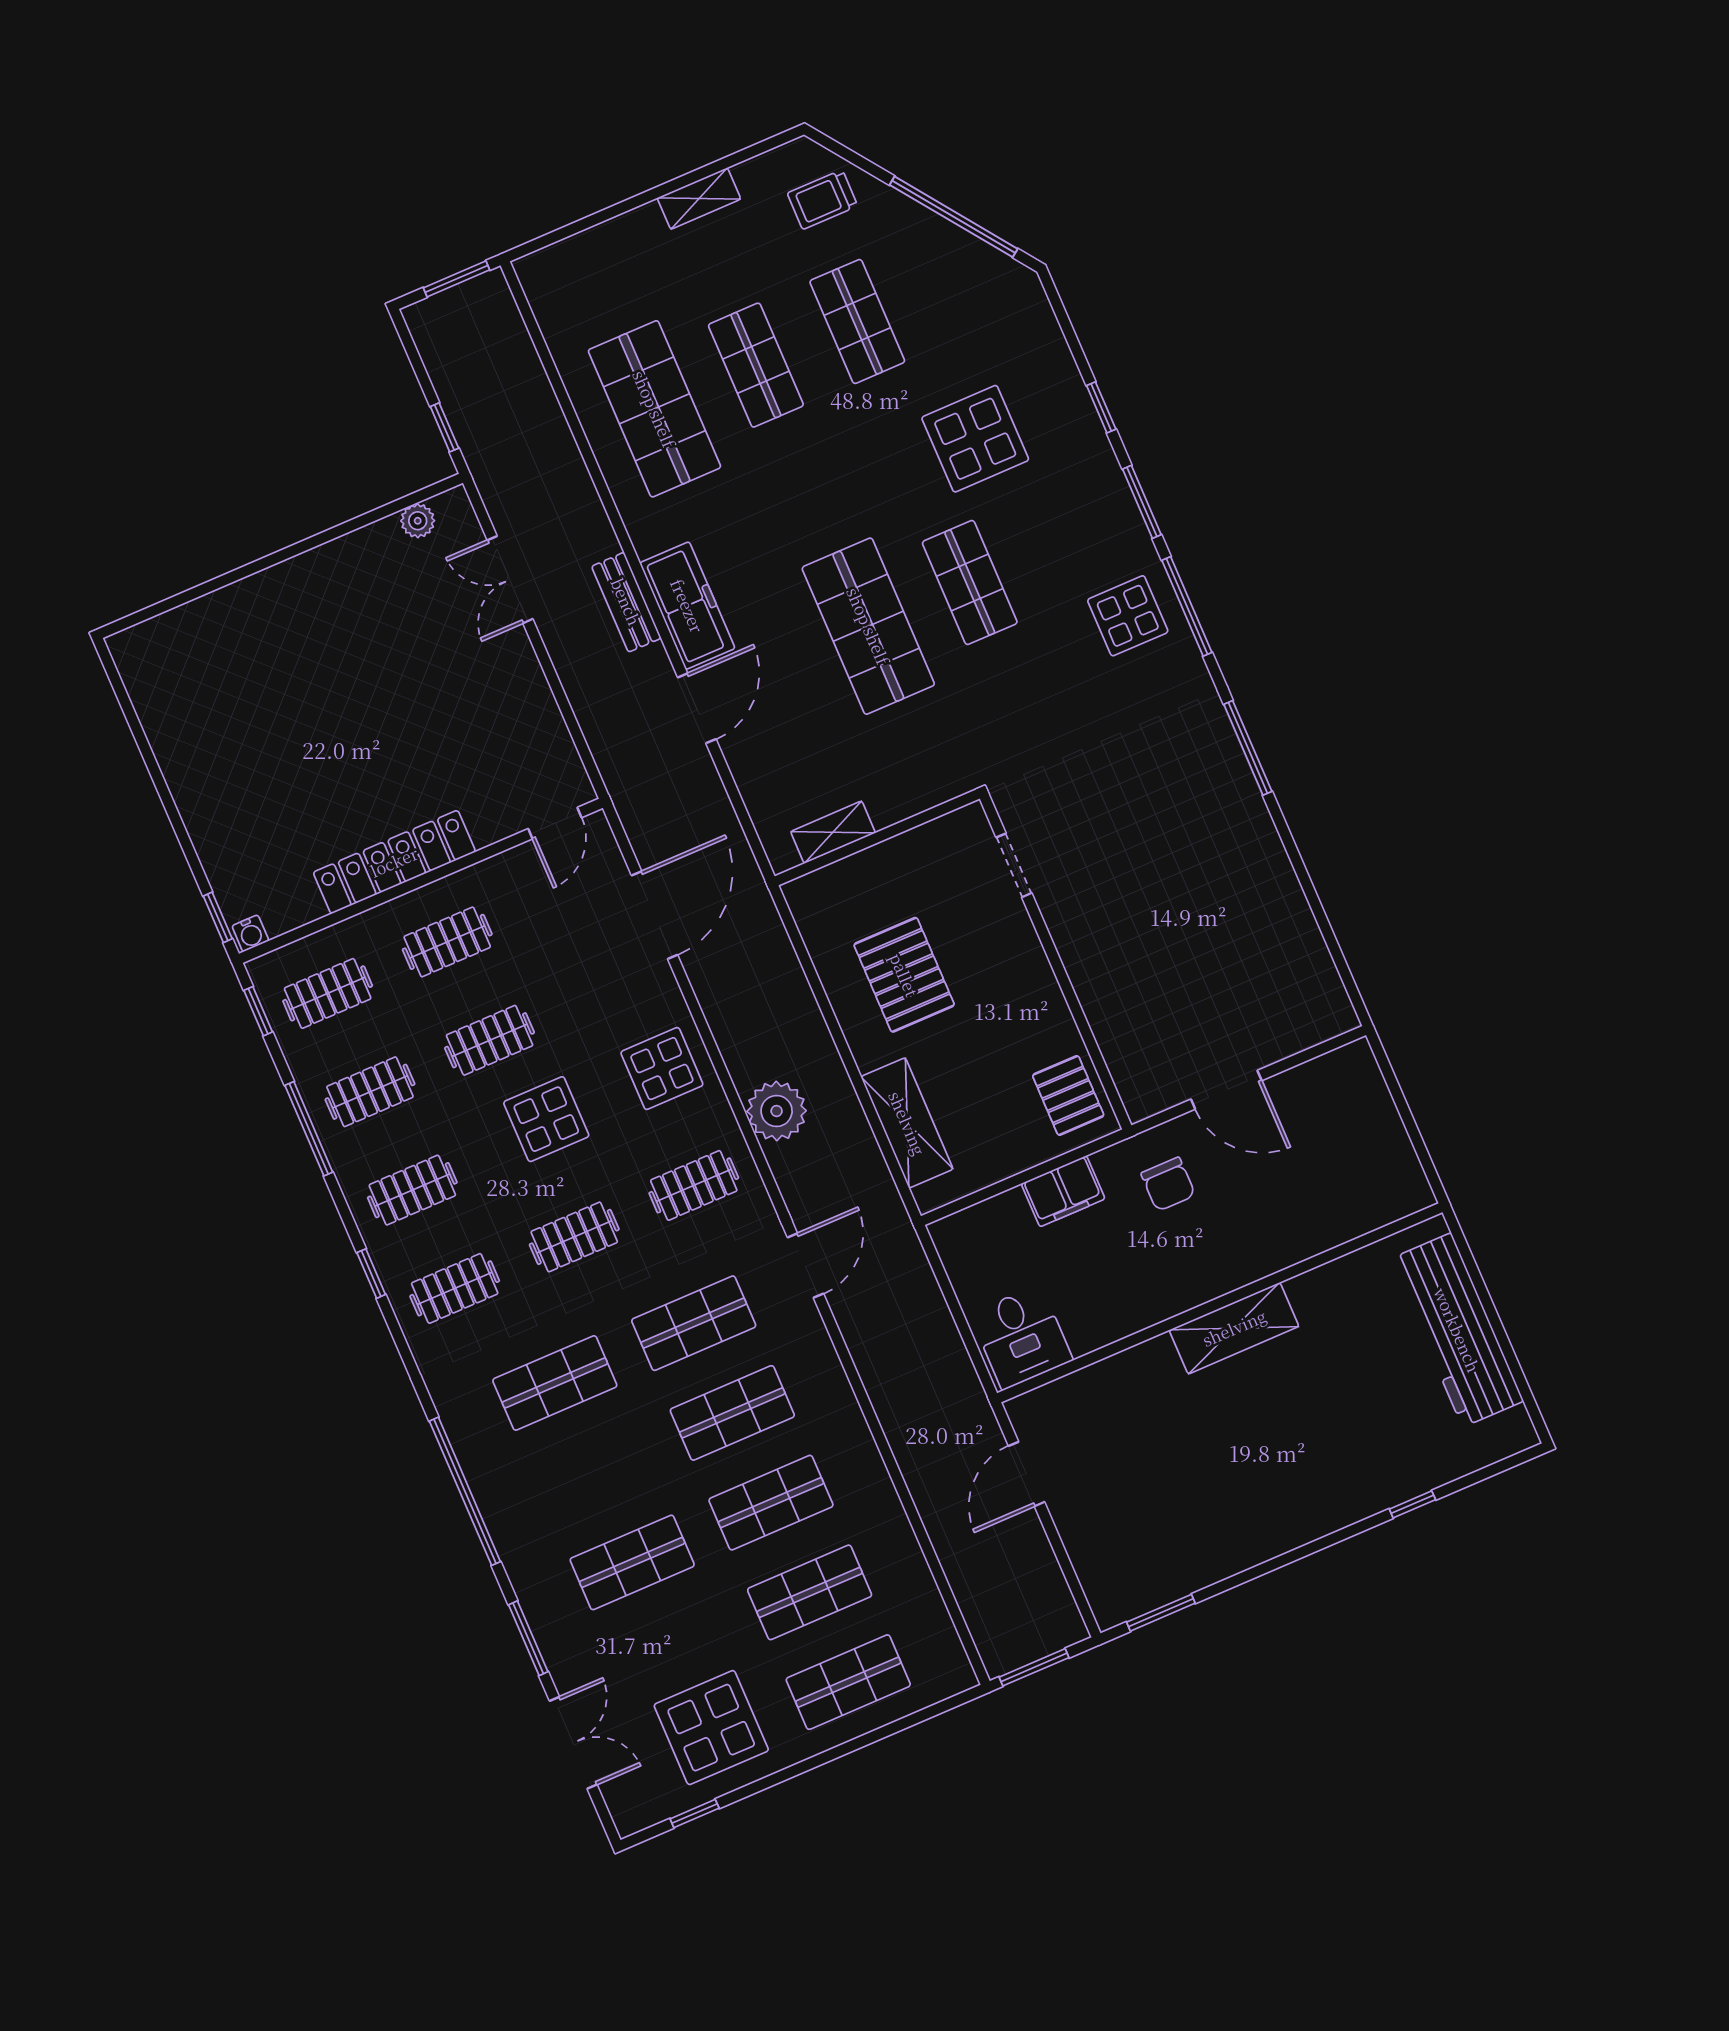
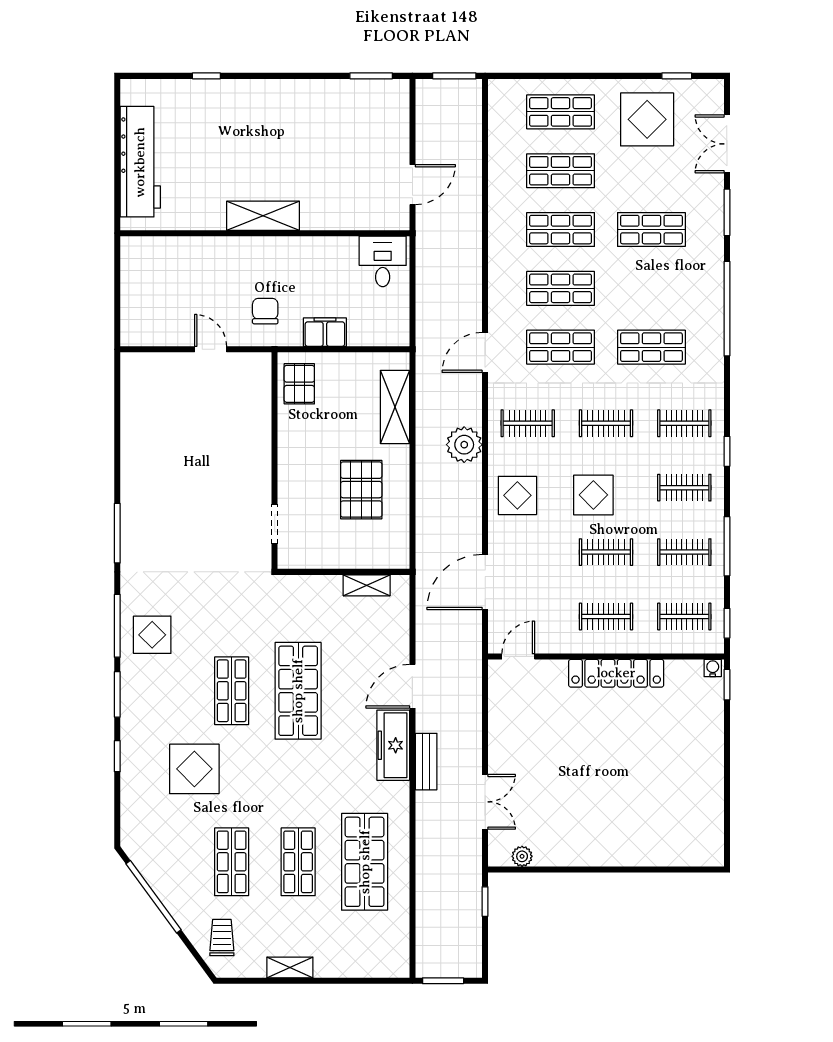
trolley: (822, 200) -> (222, 938), turned -90
door: (1226, 1090) -> (211, 349), width x0.73

